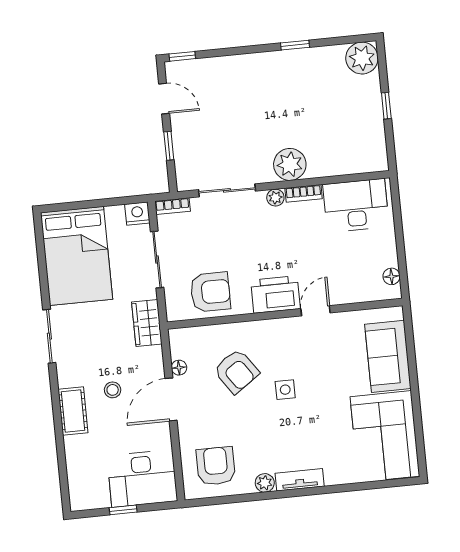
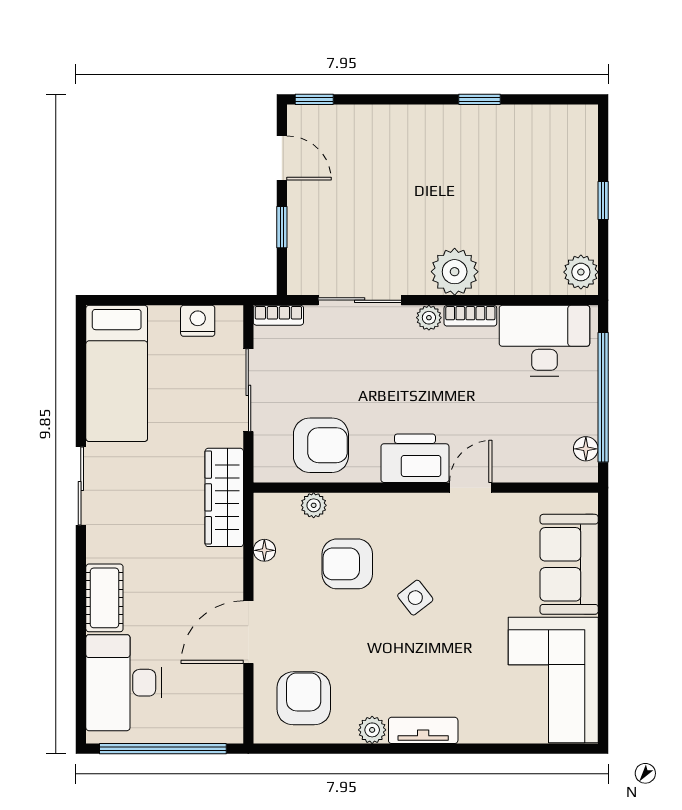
plant: (362, 58) -> (581, 272), moved, width x0.73, depth x0.73
nightstand: (137, 214) -> (198, 321), moved
window: (400, 240) -> (603, 397), added
bed: (77, 256) -> (117, 373), width x0.67
wardrobe: (147, 323) -> (224, 497), width x1.50
plant: (210, 334) -> (314, 505), added
armchair: (236, 371) -> (347, 564), turned 125
stool: (113, 390) -> (165, 573), removed
side table: (285, 390) -> (415, 598), turned -38
door: (171, 399) -> (248, 632), moved
desk: (142, 478) -> (124, 683), moved, turned 90
window: (123, 510) -> (163, 749), width x3.17

